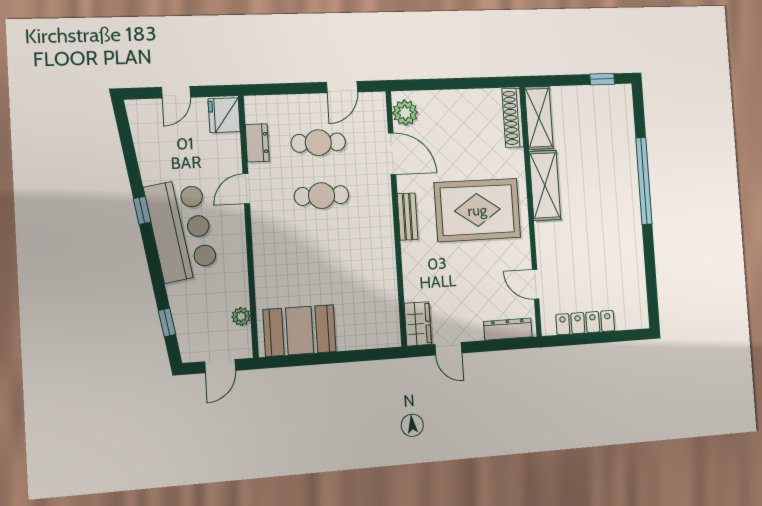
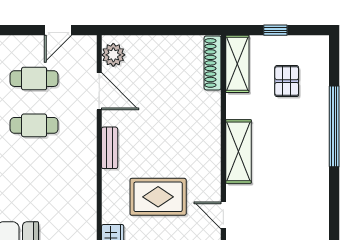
window: (602, 79) -> (275, 30), moved
pallet: (592, 134) -> (287, 81), added
shelving: (545, 185) -> (238, 151), moved
rug: (477, 210) -> (158, 197), moved, width x0.73, depth x0.69

